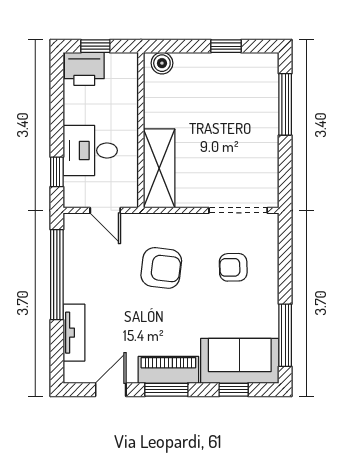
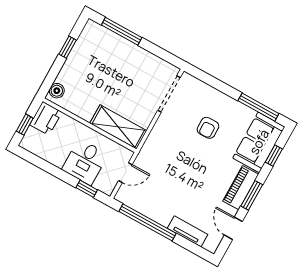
printer: (84, 69) -> (46, 118), moved
armchair: (233, 267) -> (208, 128), moved
armchair: (161, 268) -> (178, 158), removed

